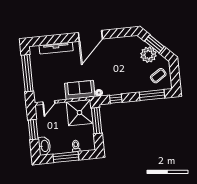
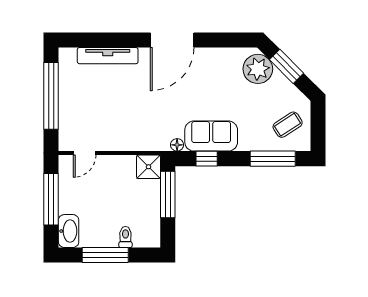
plant: (148, 55) -> (258, 69), moved
sofa: (80, 90) -> (211, 136), moved
shower: (80, 113) -> (149, 167), width x0.54, depth x0.54
window: (33, 130) -> (51, 199), width x1.44

